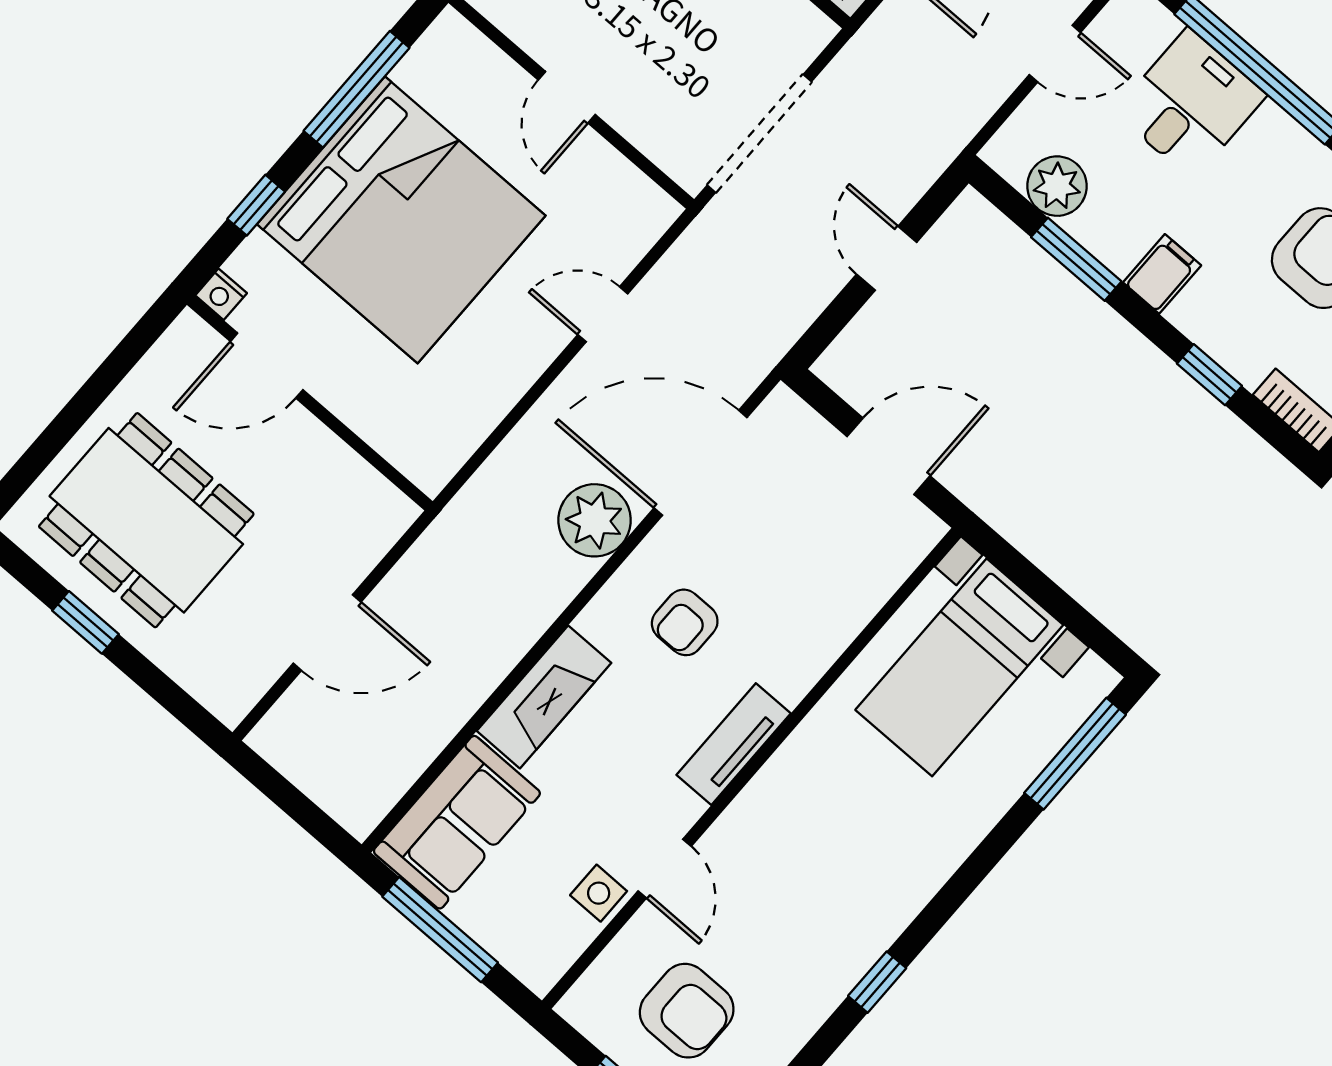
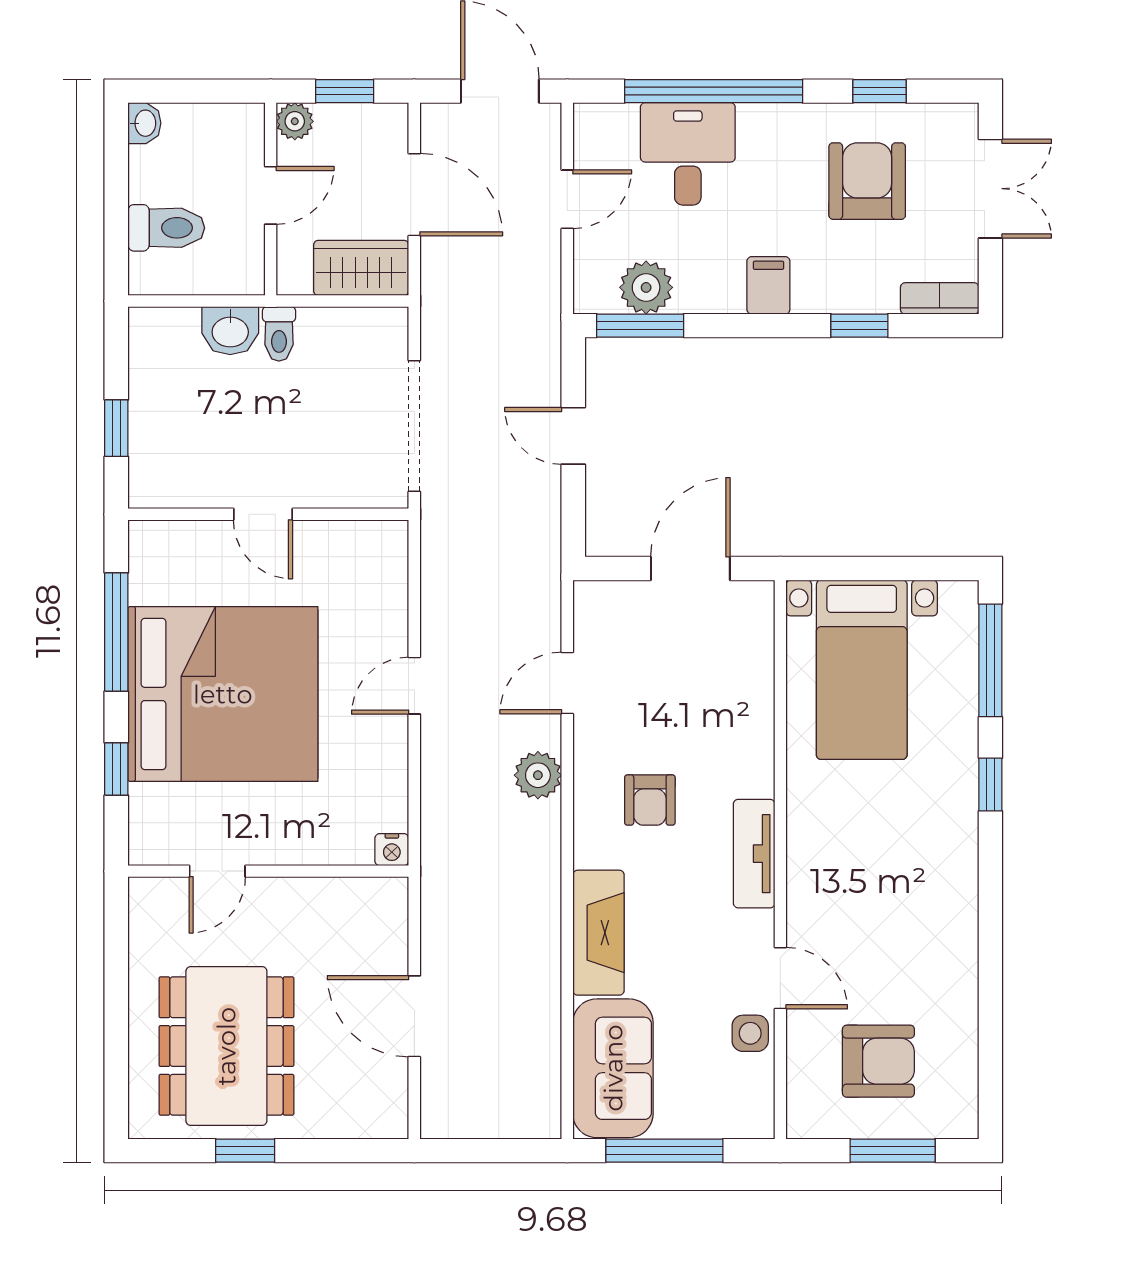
window: (1076, 259) -> (640, 326), moved
nightstand: (221, 294) -> (392, 850), moved
door: (603, 314) -> (414, 686), moved
door: (267, 366) -> (217, 871), width x0.73
door: (701, 463) -> (567, 683), width x0.53
dining table: (146, 520) -> (226, 1046), turned 90
plant: (595, 520) -> (538, 775), width x0.73, depth x0.73
door: (327, 633) -> (414, 1016), swing flipped
window: (877, 982) -> (990, 785), moved

